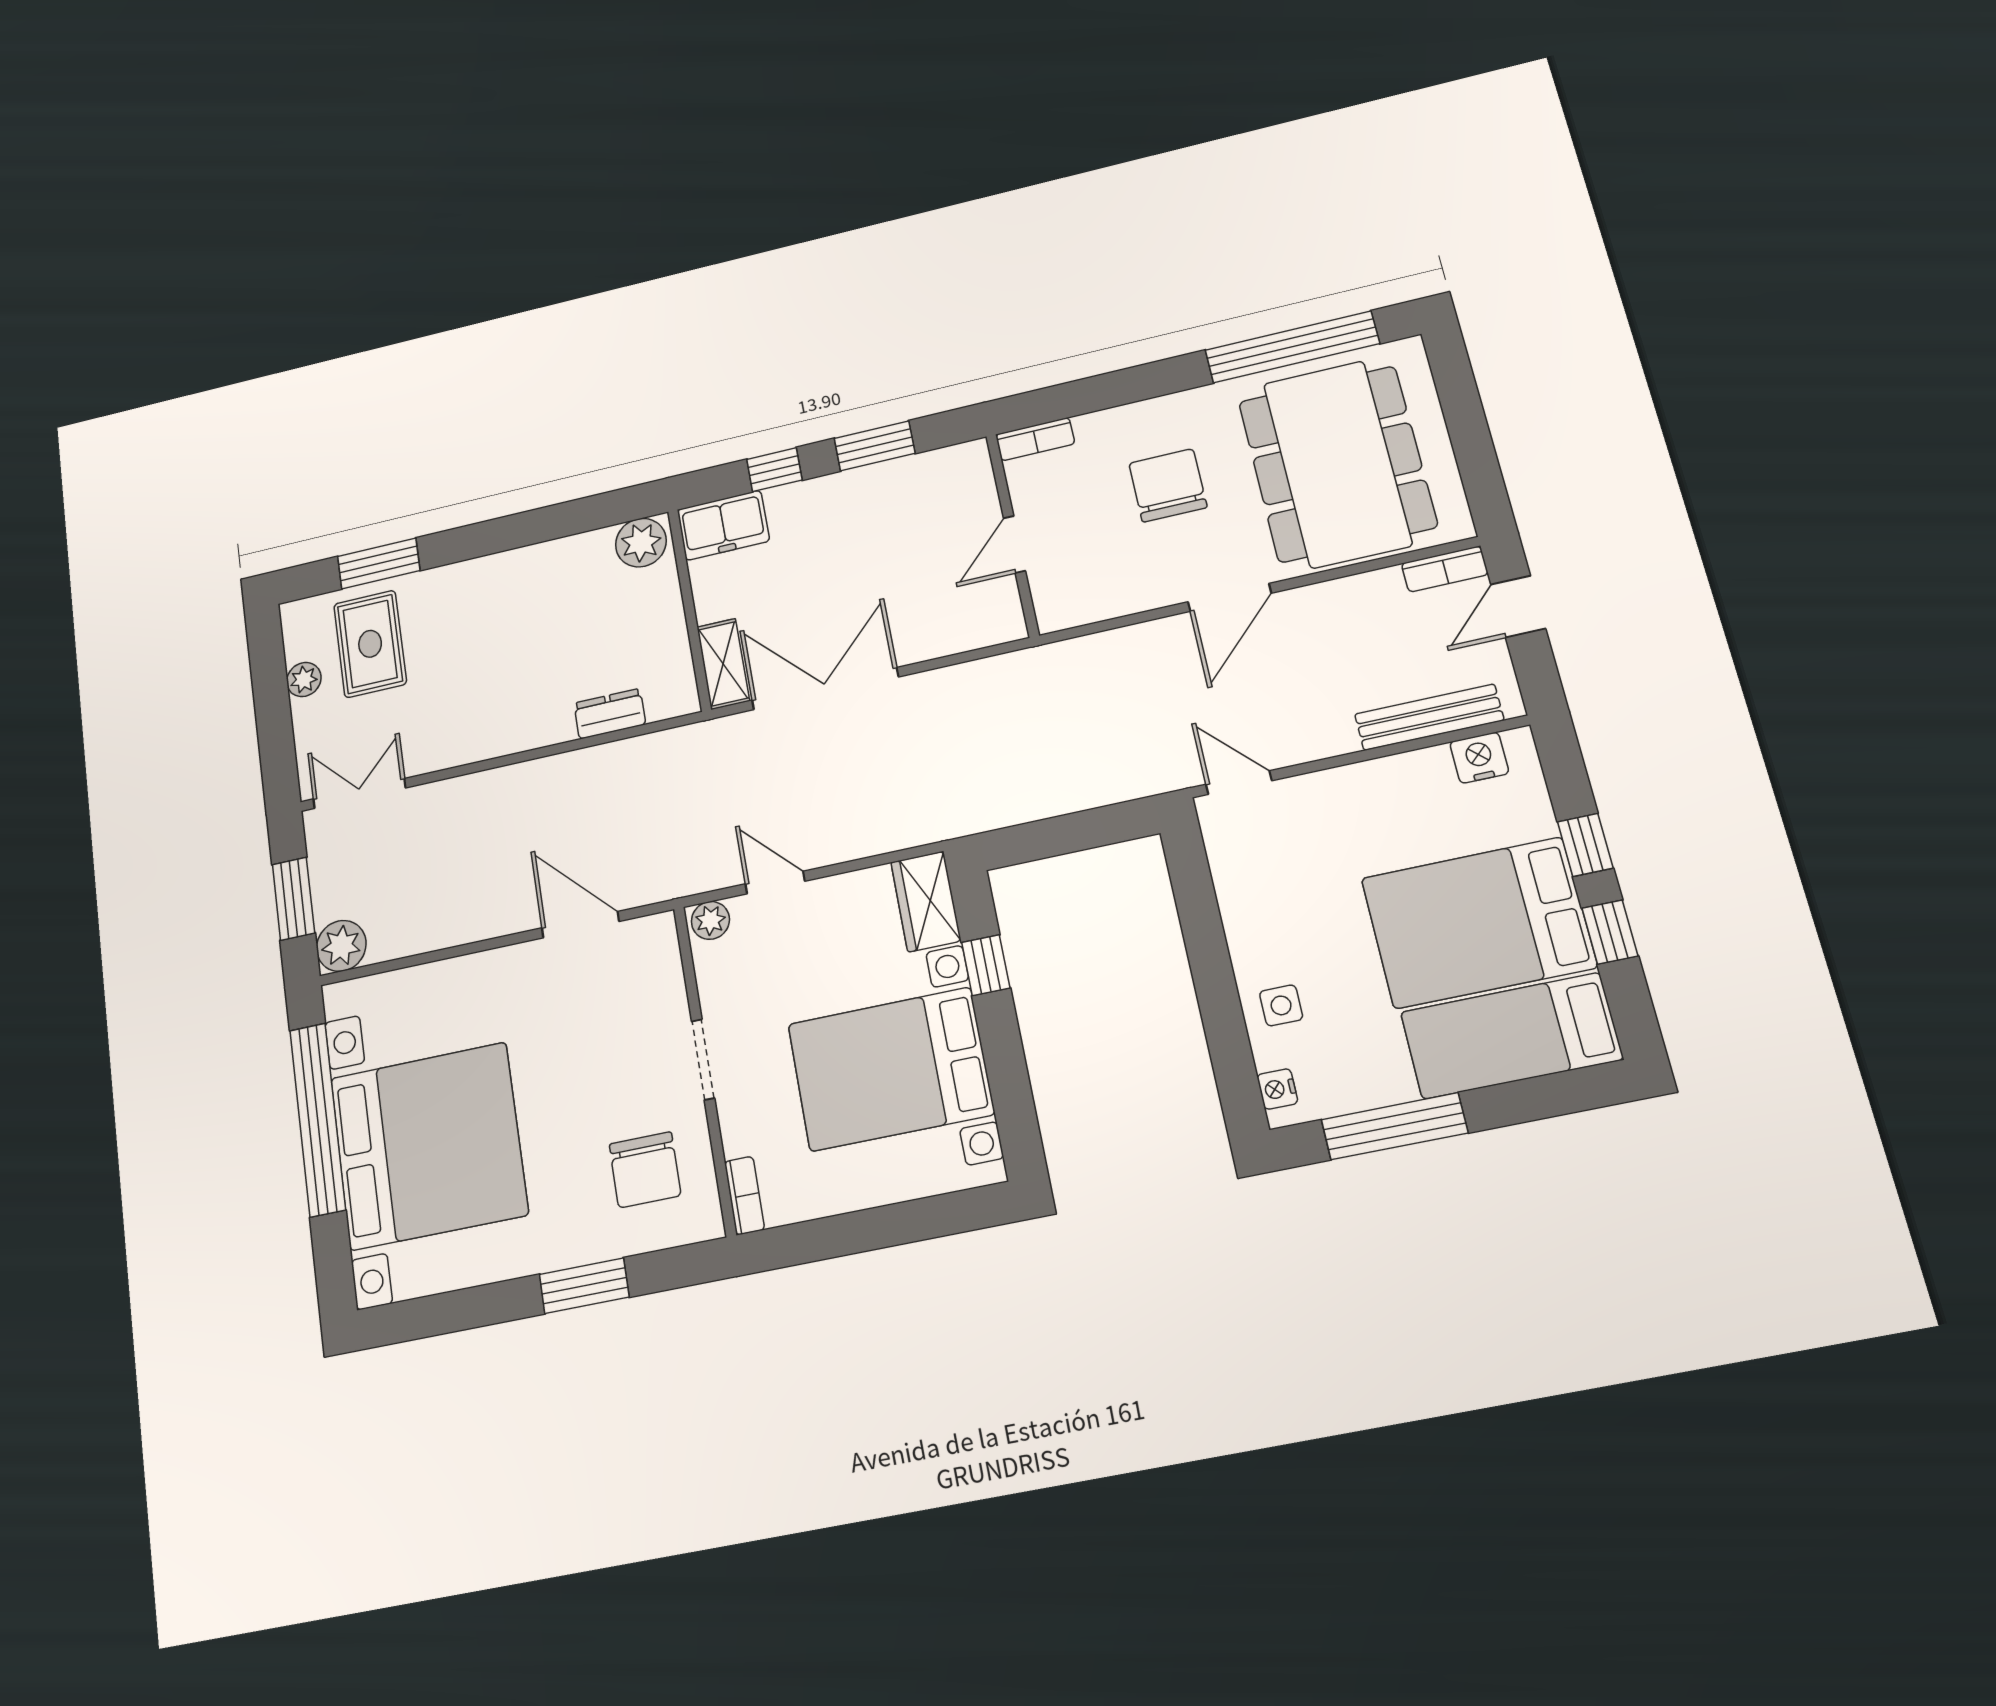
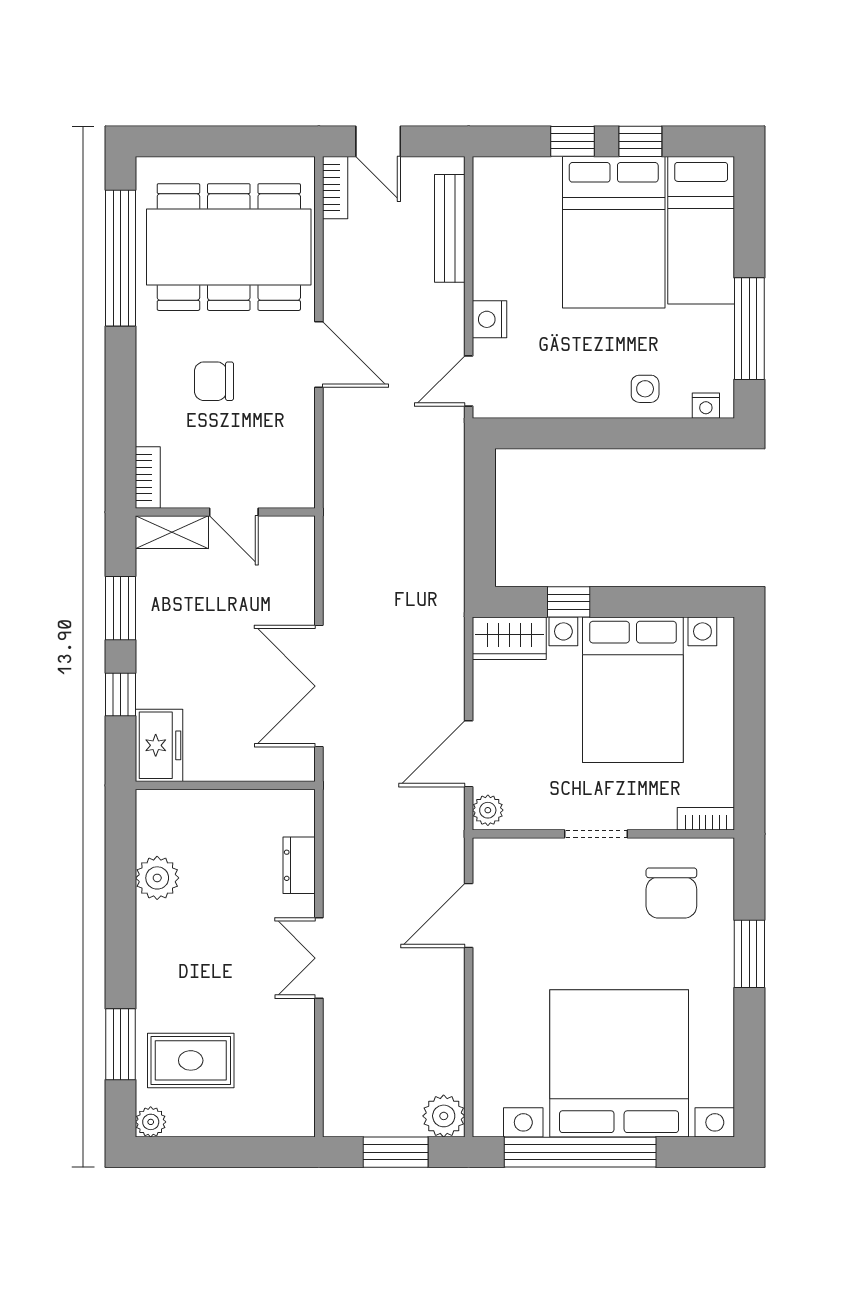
chair: (1168, 485) -> (214, 381), width x0.73, depth x0.73
plant: (641, 543) -> (157, 878), moved
shelving: (723, 664) -> (172, 532), moved
plant: (304, 680) -> (151, 1122), moved
nightstand: (1479, 758) -> (490, 319), moved
double door: (359, 793) -> (319, 958), moved
door: (775, 883) -> (469, 754), width x1.38
chair: (645, 1170) -> (671, 893), turned 90

